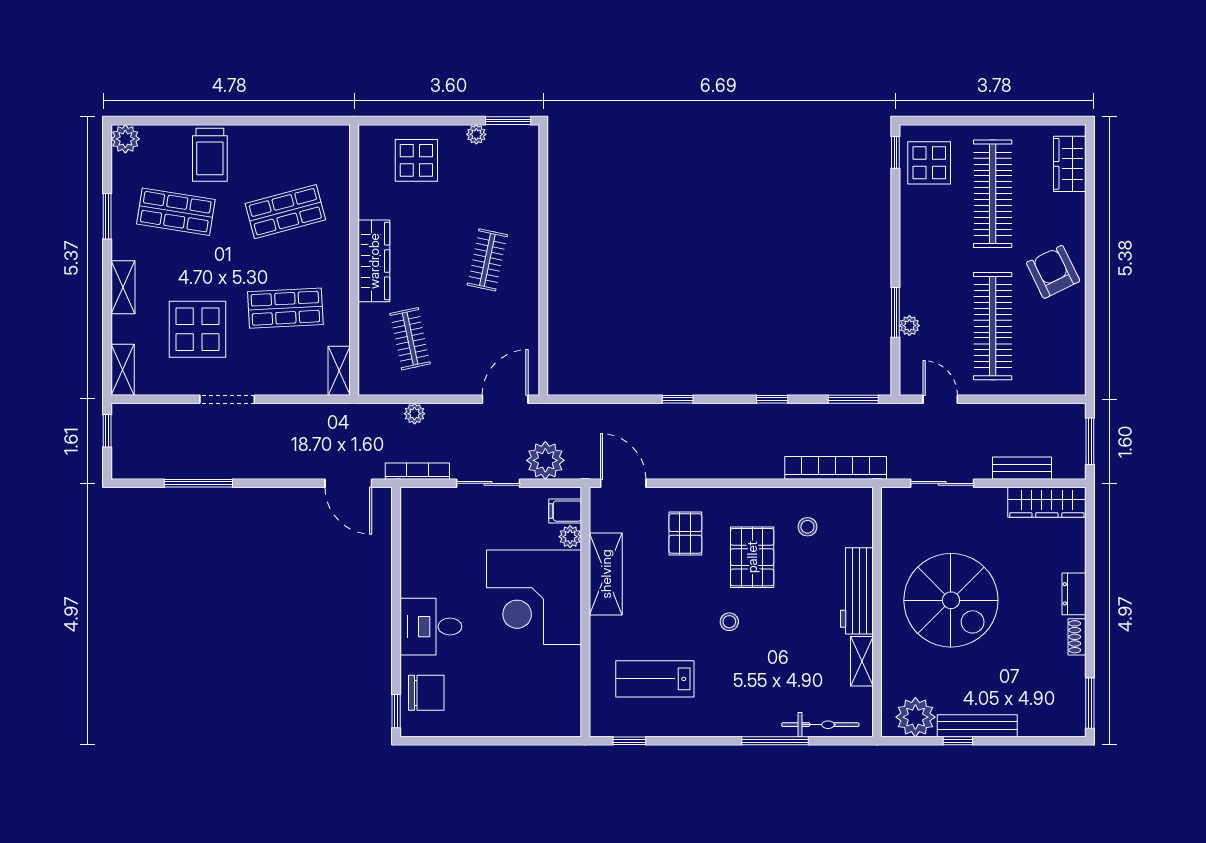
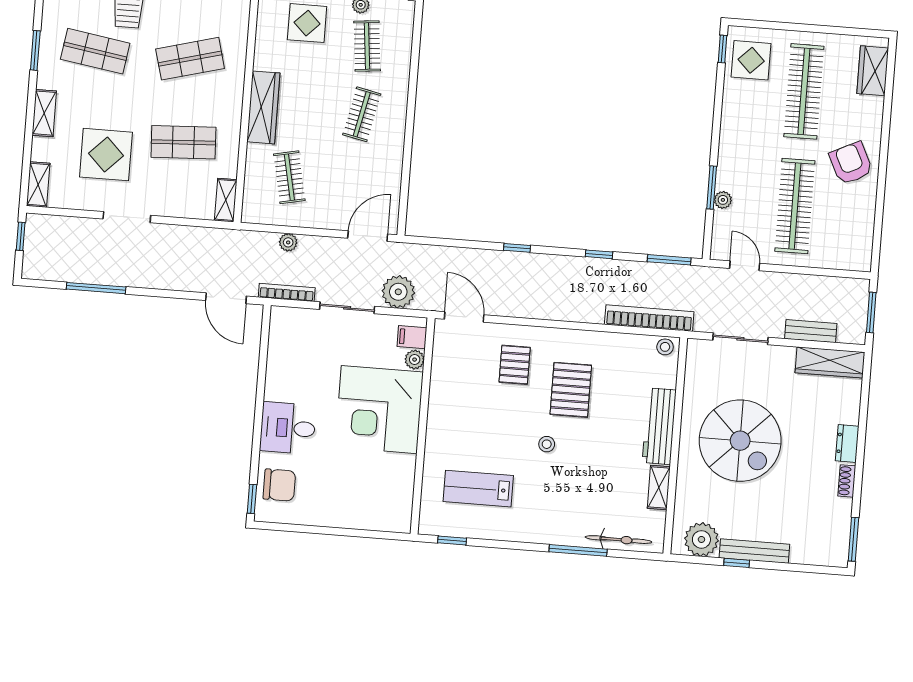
clothes rail: (487, 181) -> (367, 46), added
stool: (807, 527) -> (665, 347), moved
shelving: (606, 574) -> (443, 394), removed

